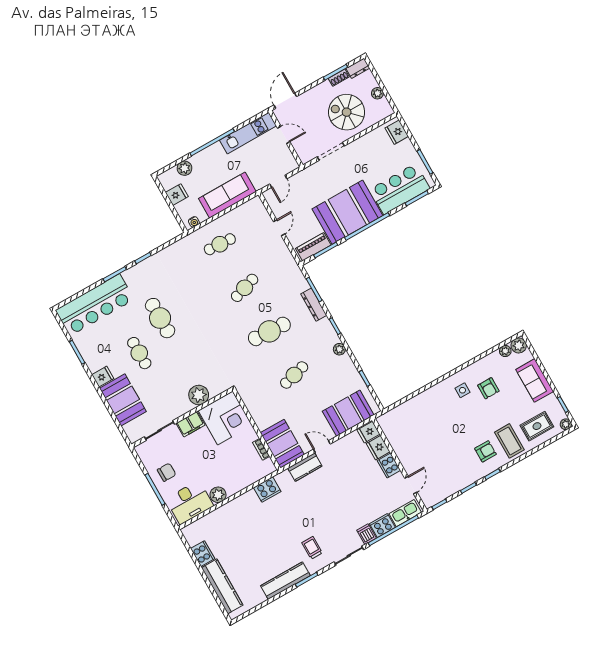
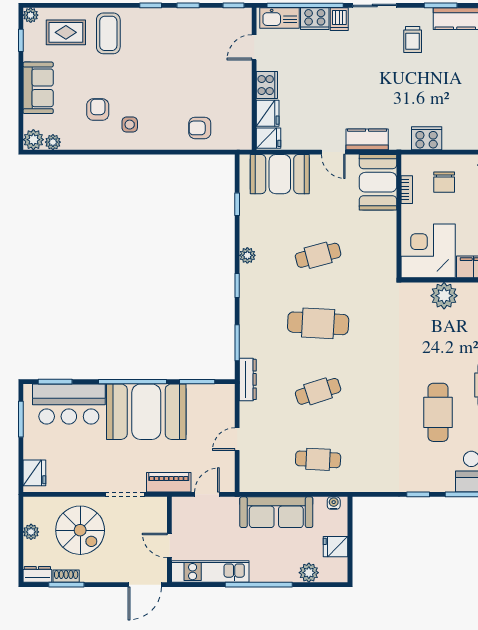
piano: (313, 247) -> (169, 482), moved, turned 180
dresser: (314, 305) -> (248, 379), moved
armchair: (485, 451) -> (200, 128), moved
chair: (240, 468) -> (444, 182), added

